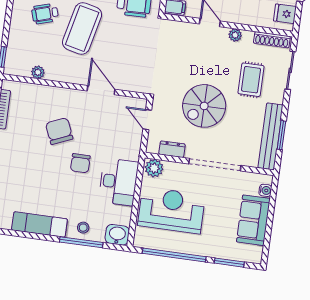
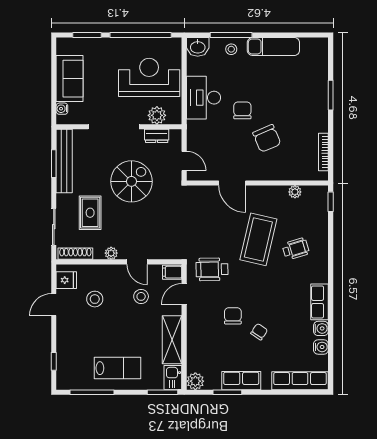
plant: (154, 168) -> (157, 115), moved
reception desk: (171, 210) -> (149, 77), turned 180

